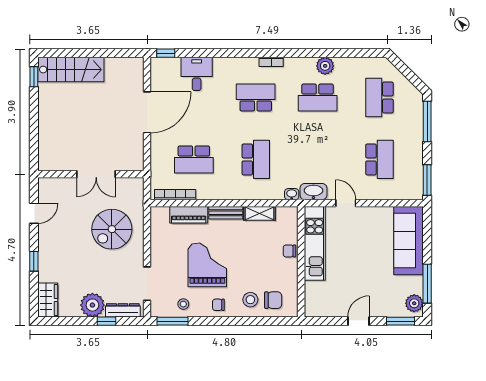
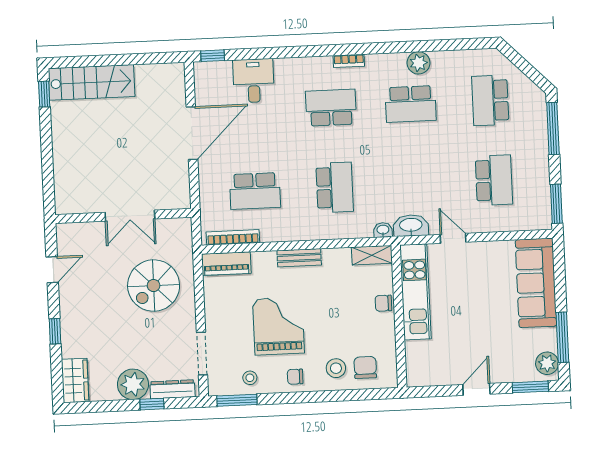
shelving: (259, 213) -> (372, 255), moved
piano: (189, 215) -> (226, 264), moved
chair: (273, 300) -> (365, 367), turned -90

